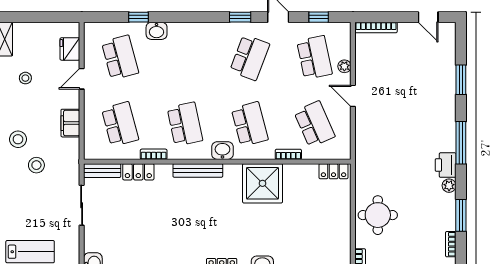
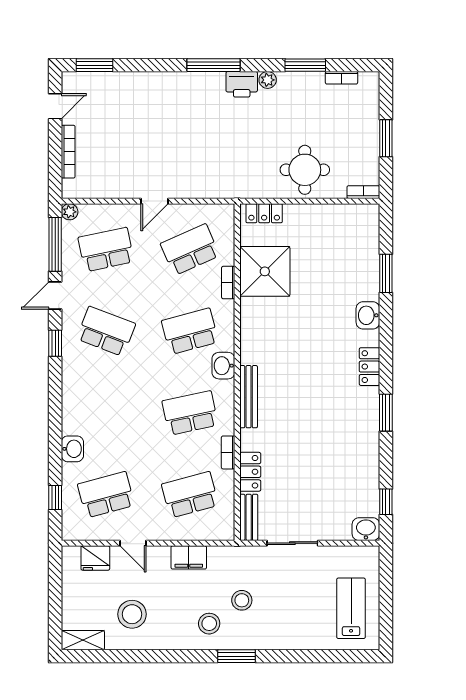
window: (138, 17) -> (55, 498), moved
window: (319, 17) -> (55, 244), width x2.17
bookcase: (376, 27) -> (68, 152), moved
plant: (344, 66) -> (70, 212), moved
stool: (25, 78) -> (132, 614), width x1.89, depth x1.89
window: (461, 80) -> (95, 65), moved
locker: (334, 171) -> (264, 213), moved, turned 90
shower: (263, 183) -> (265, 271), moved

